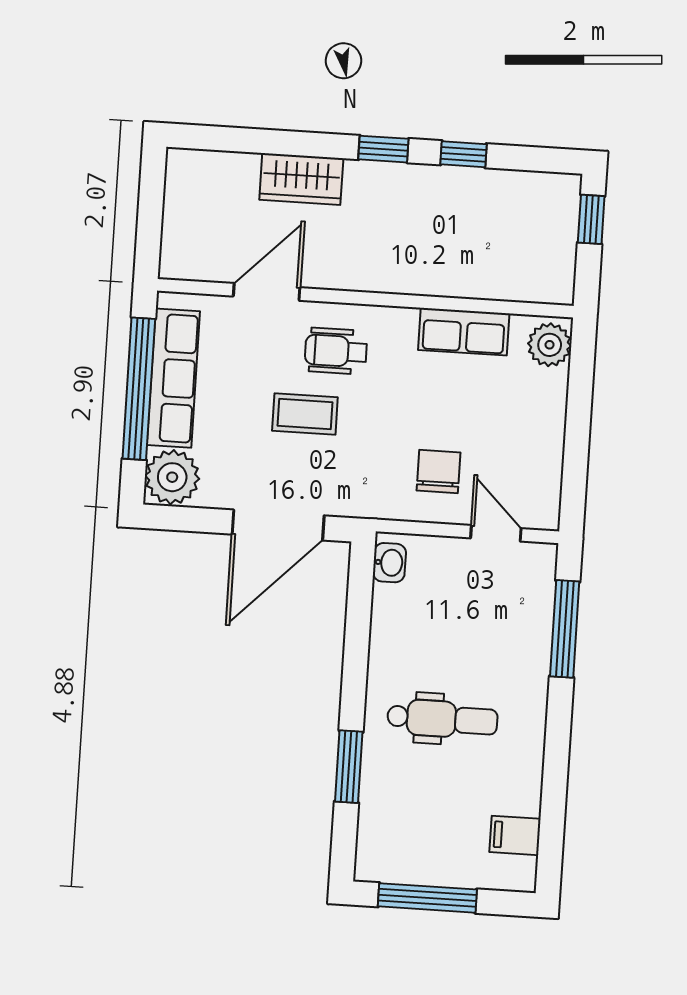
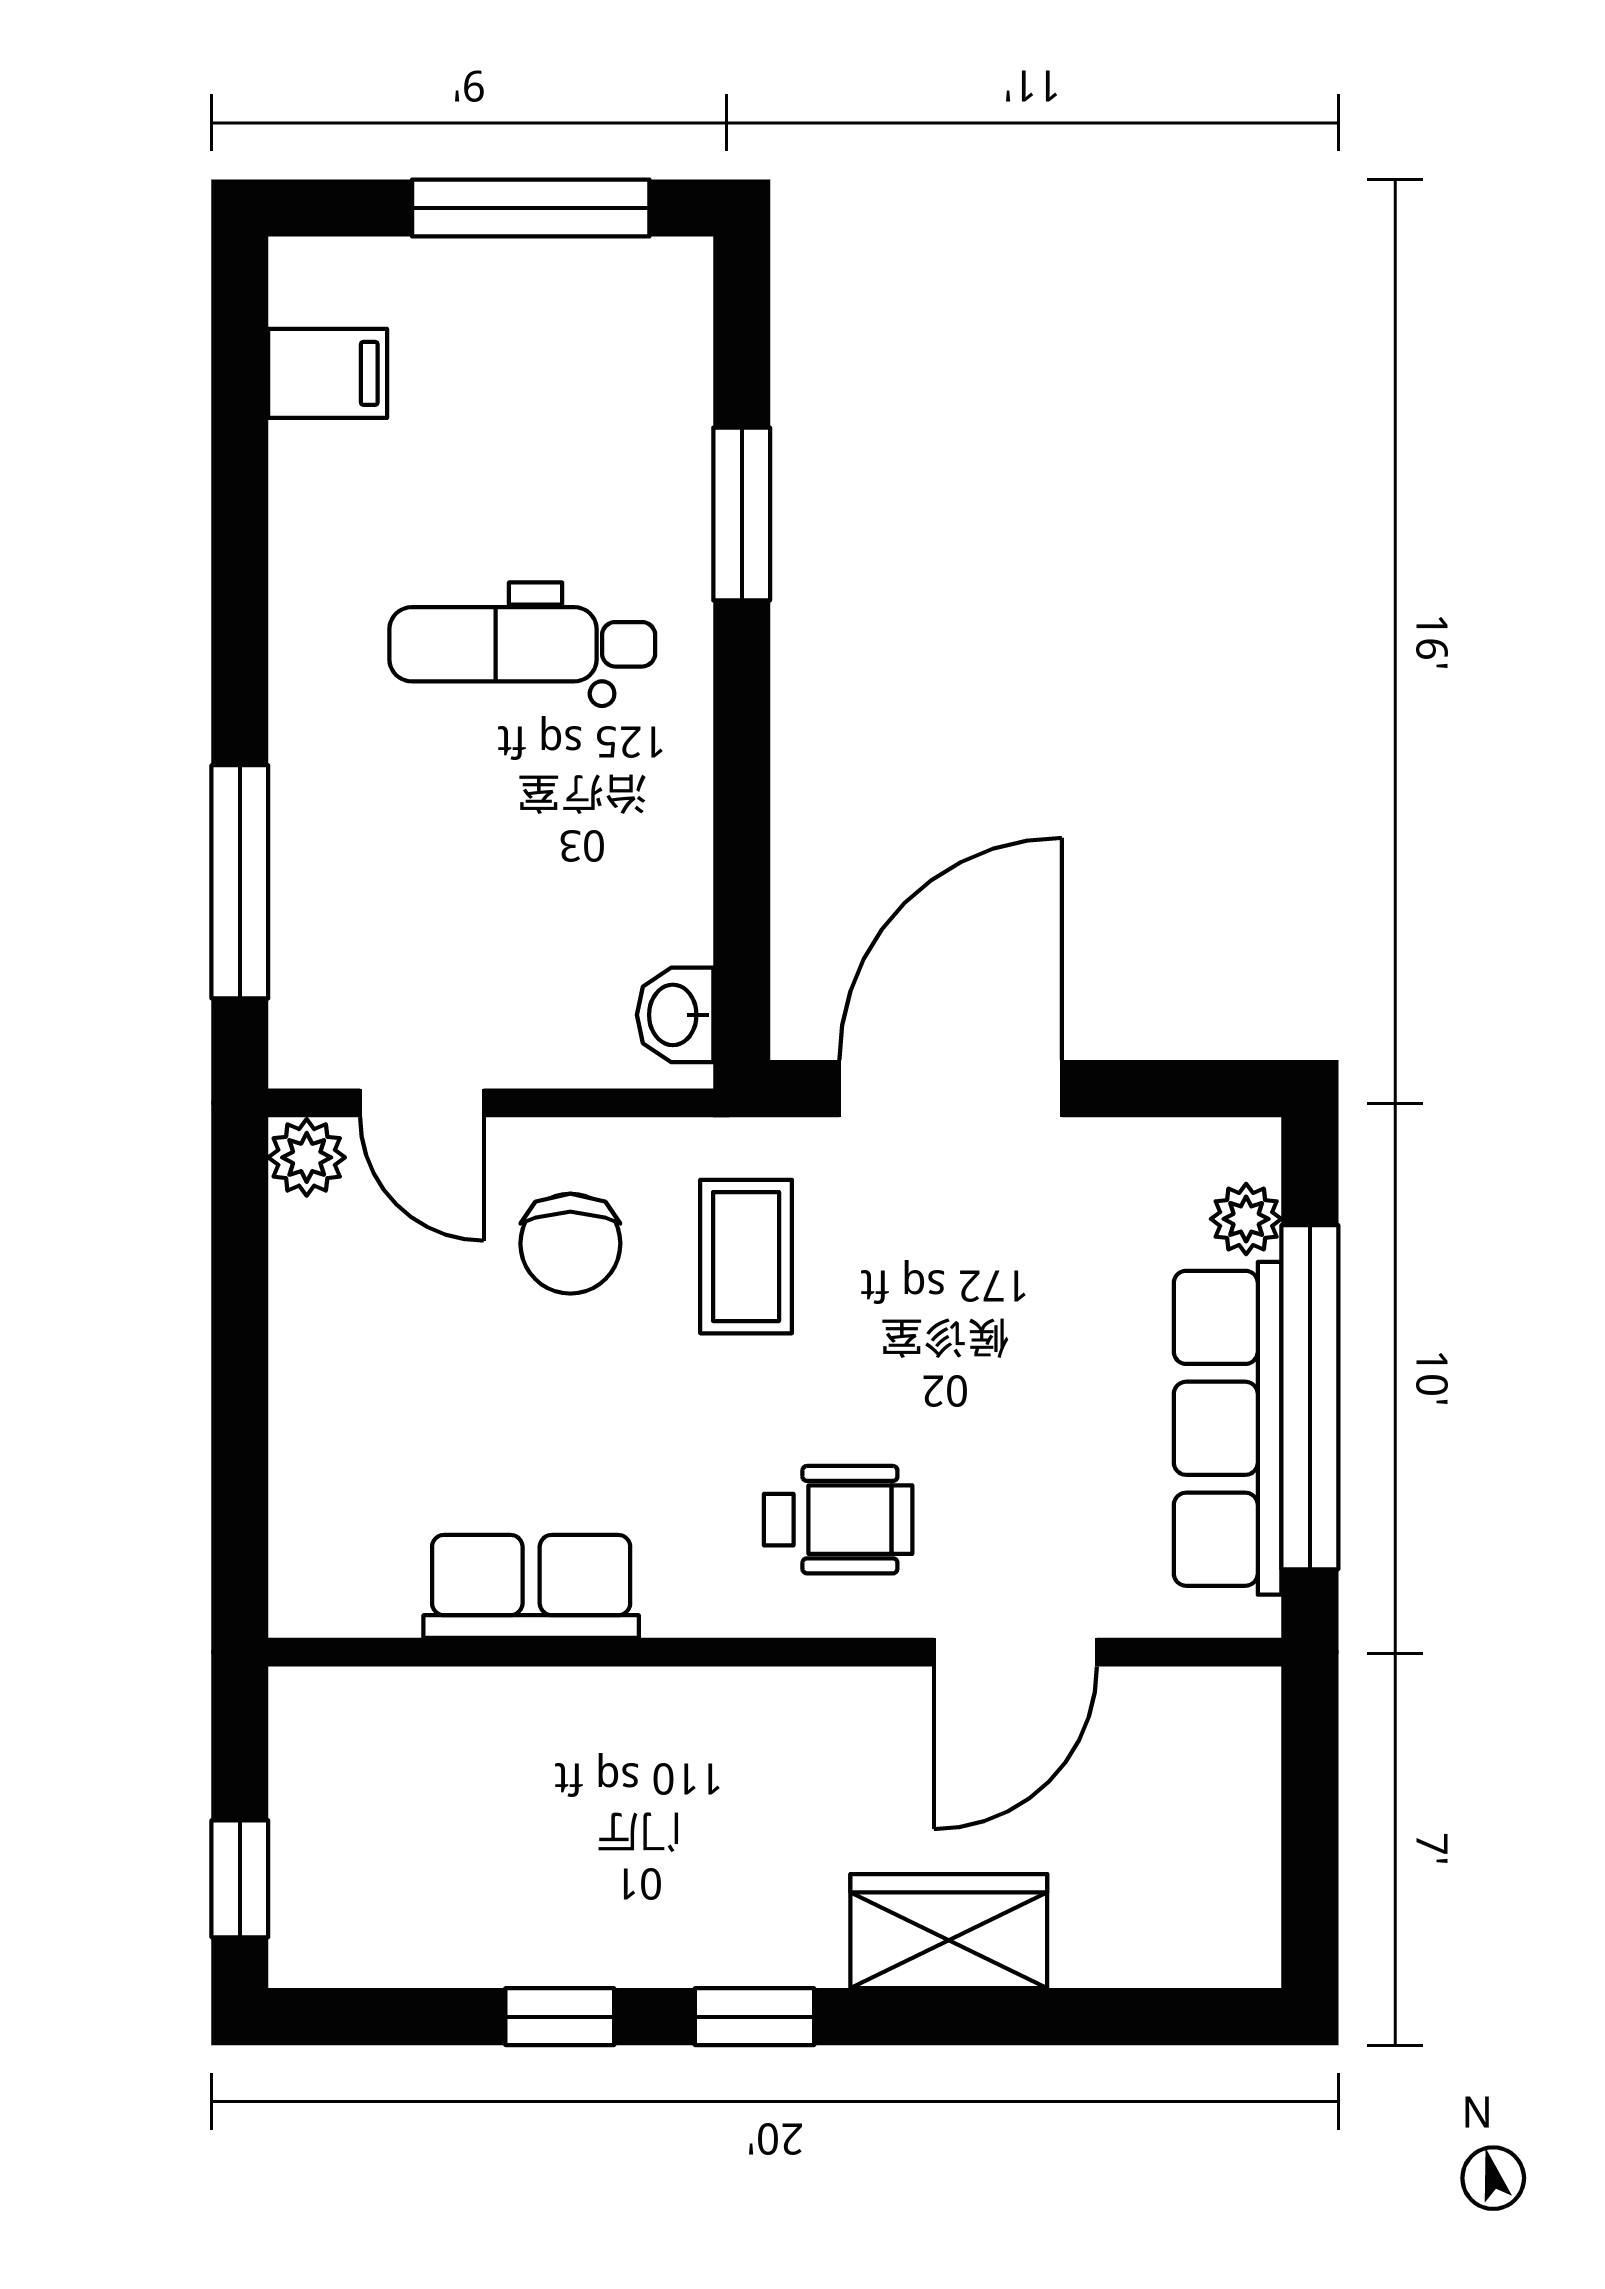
plant: (550, 345) -> (307, 1157), moved, width x0.73, depth x0.73
coffee table: (305, 414) -> (746, 1257), moved, turned 90
plant: (172, 477) -> (1246, 1219), width x0.53, depth x0.53

